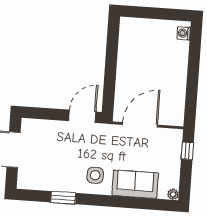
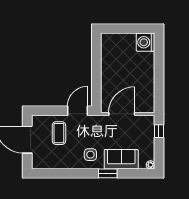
washing machine: (184, 33) -> (146, 42), width x1.89, depth x1.89
coffee table: (56, 144) -> (59, 133), added
window: (63, 198) -> (108, 173), moved

